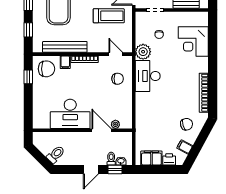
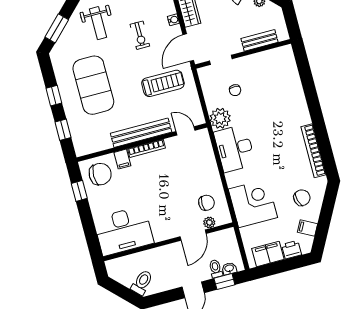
corner desk: (193, 41) -> (253, 203), moved, turned 180
bench: (65, 47) -> (141, 133), moved
chair: (118, 79) -> (206, 203), moved
desk: (70, 114) -> (124, 231), moved
door: (101, 130) -> (193, 235), swing flipped

